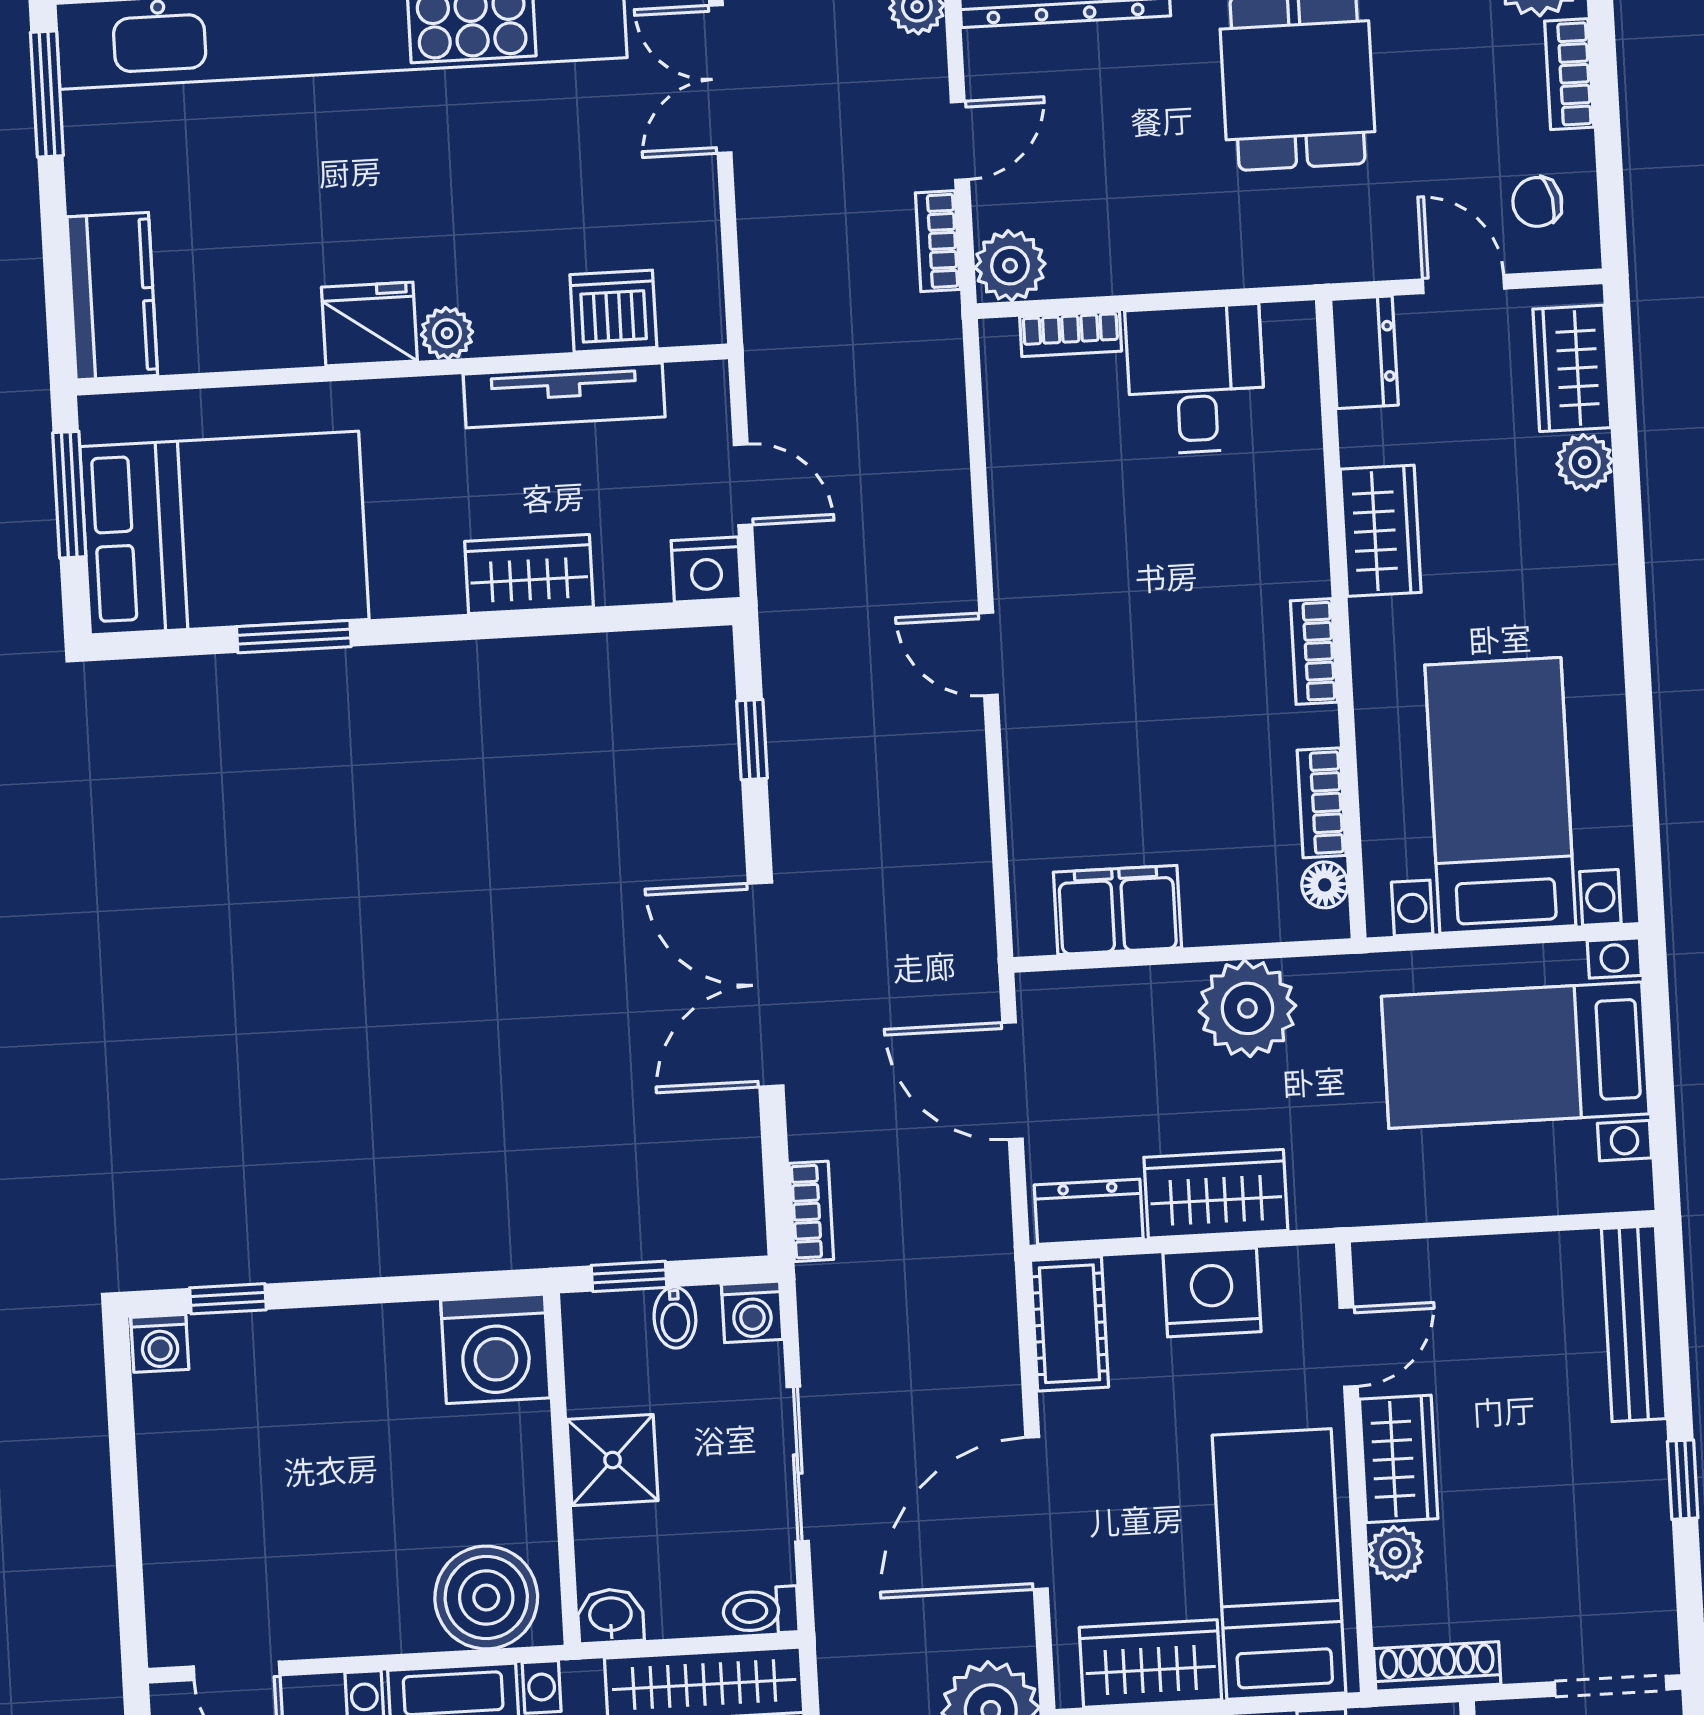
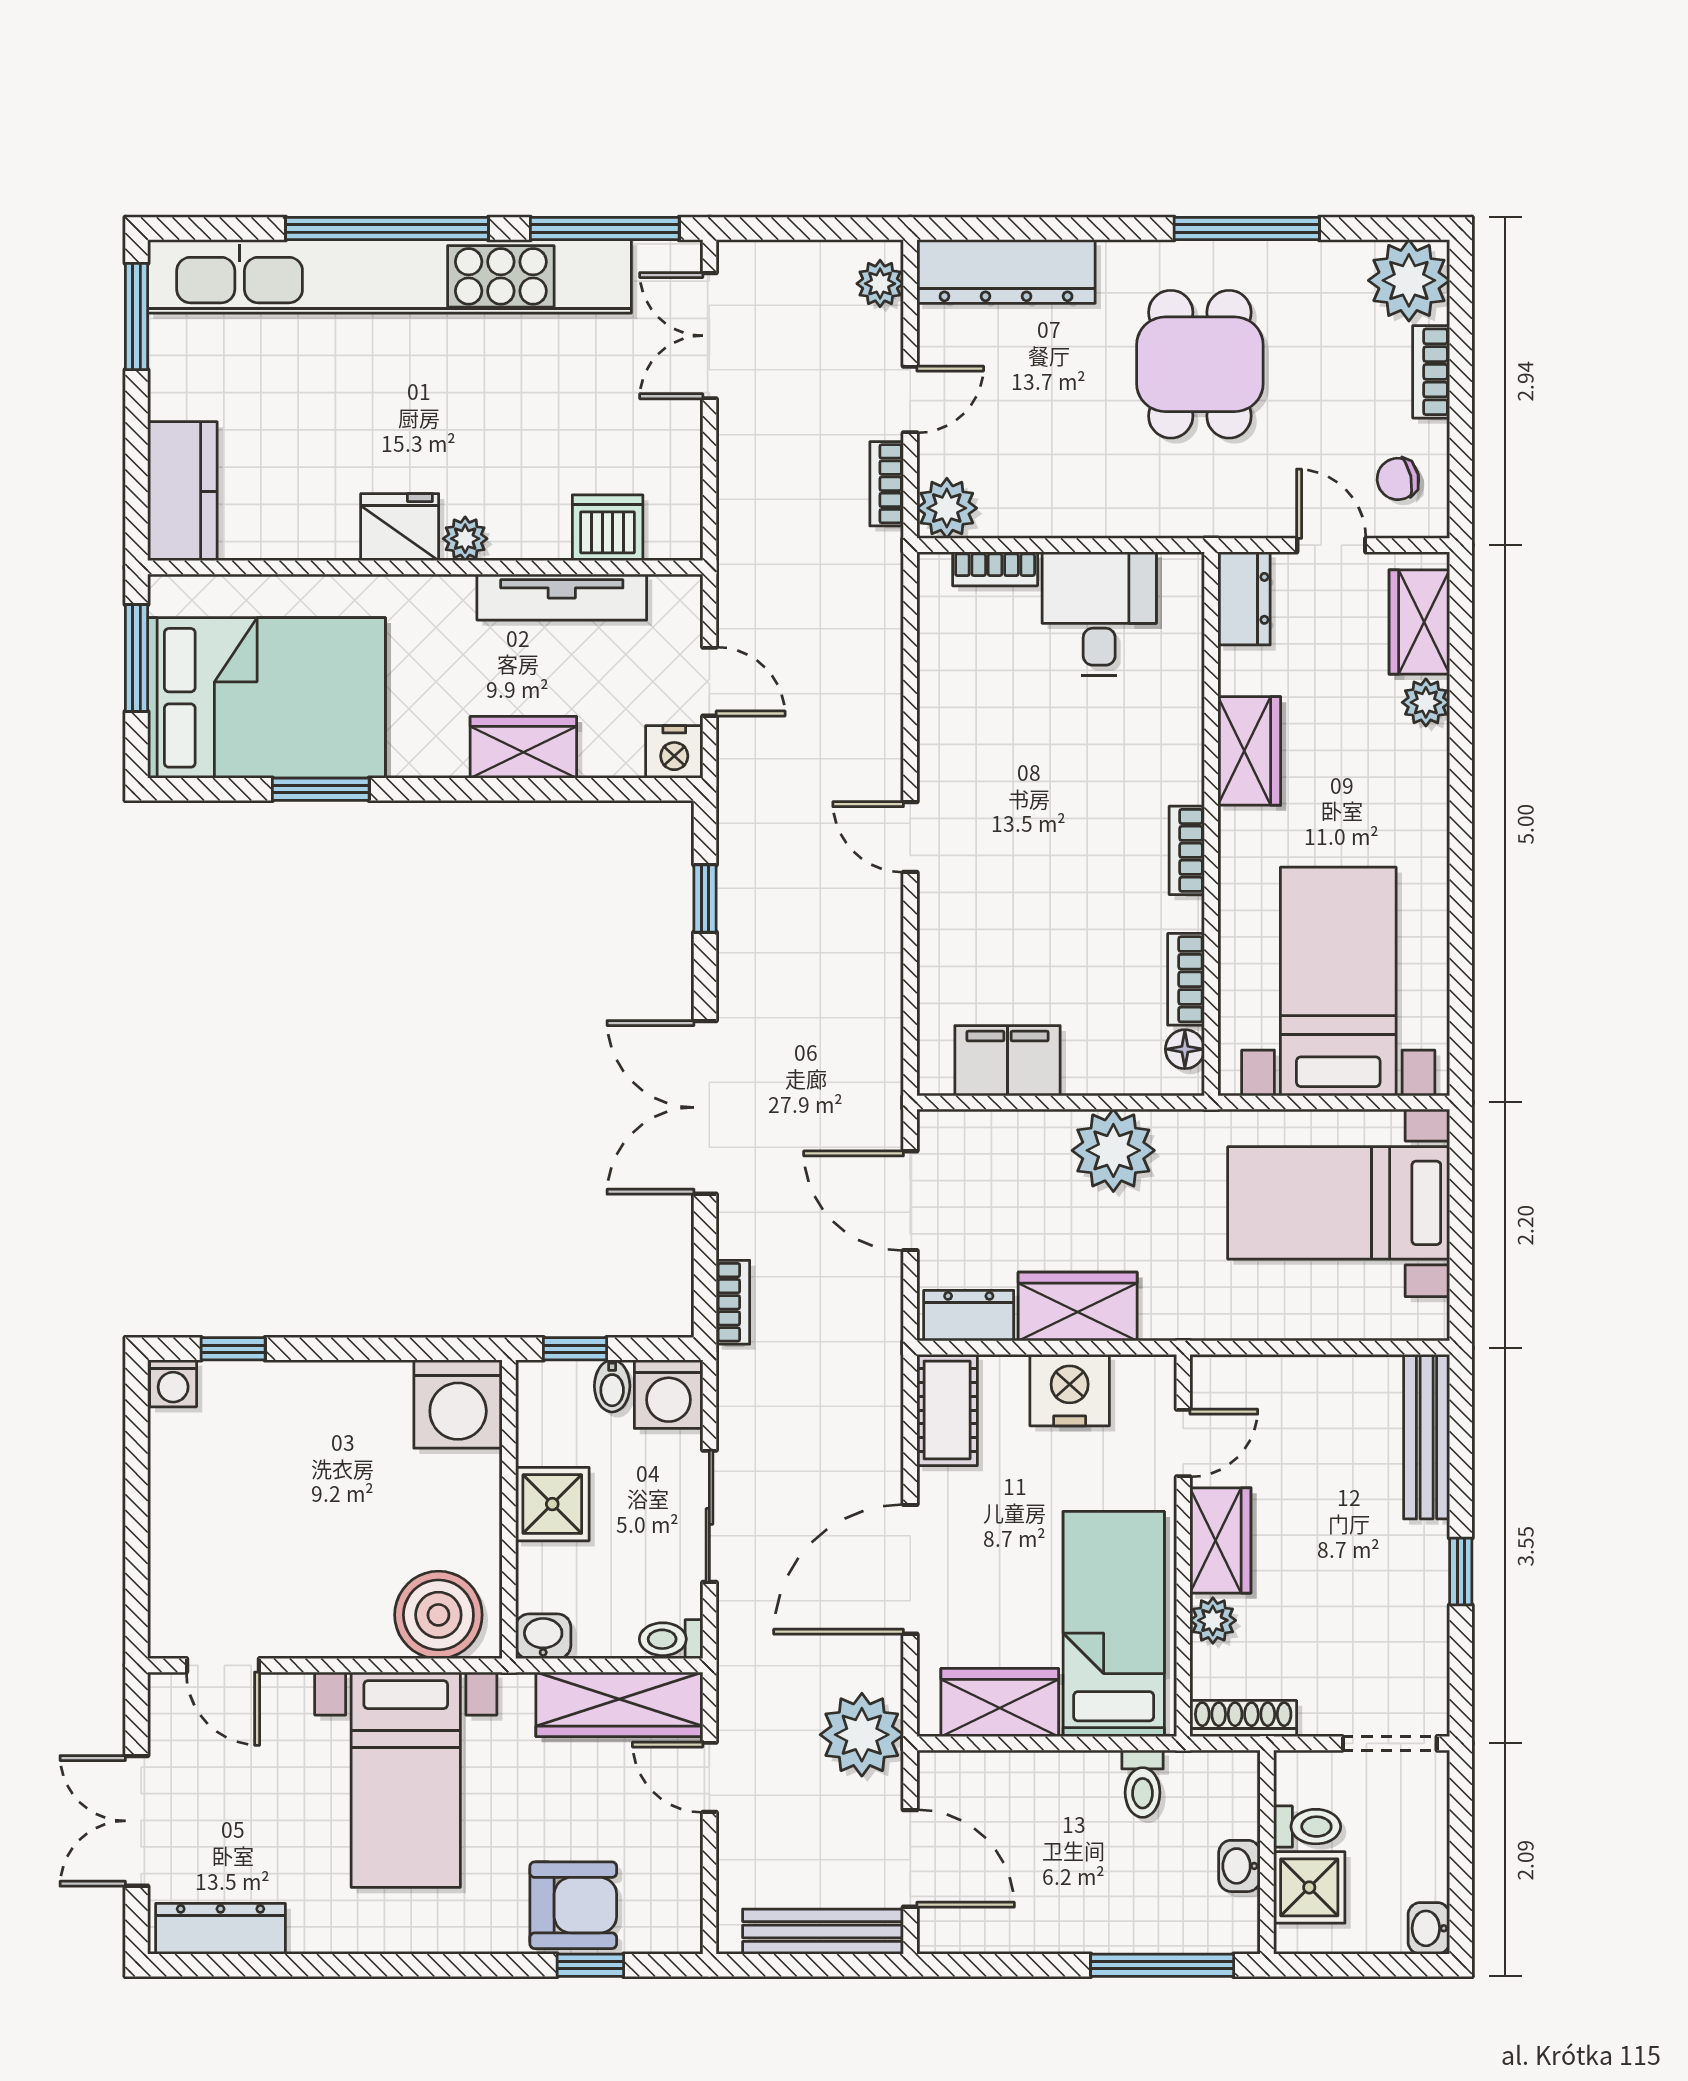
washing machine: (752, 1312) -> (669, 1394), width x1.38, depth x1.38

